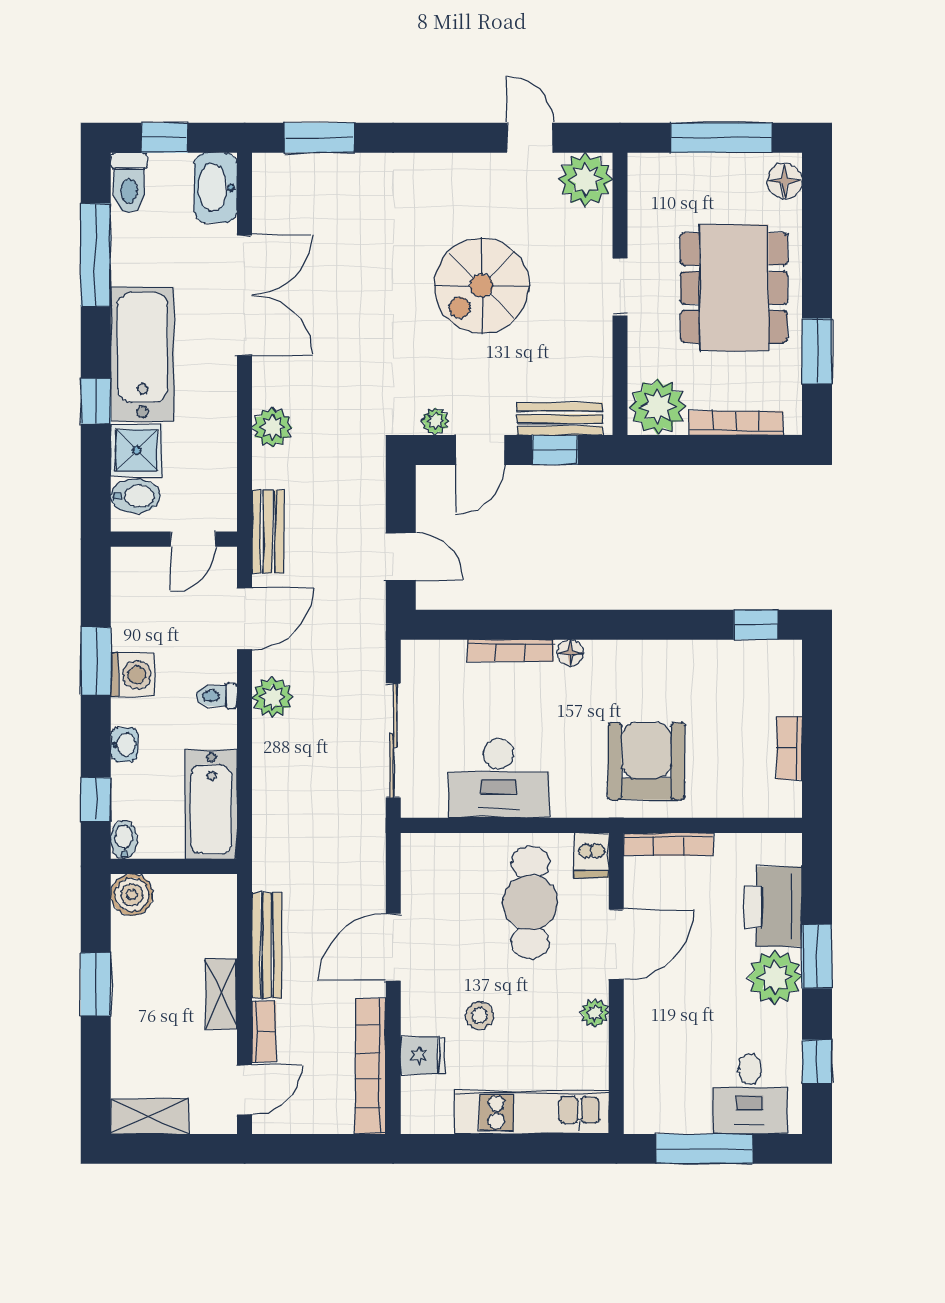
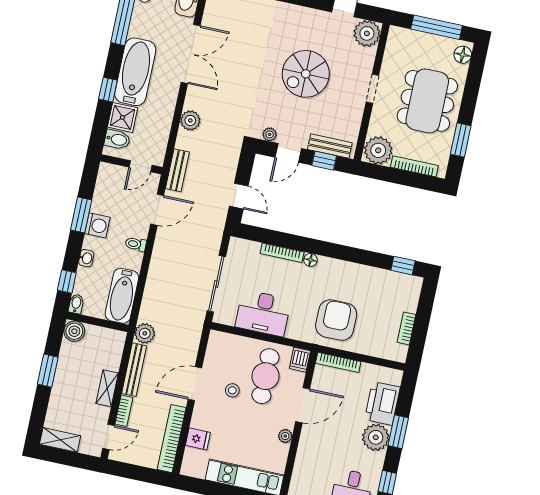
plant: (272, 697) -> (145, 333), moved
stool: (480, 1015) -> (232, 390), moved

